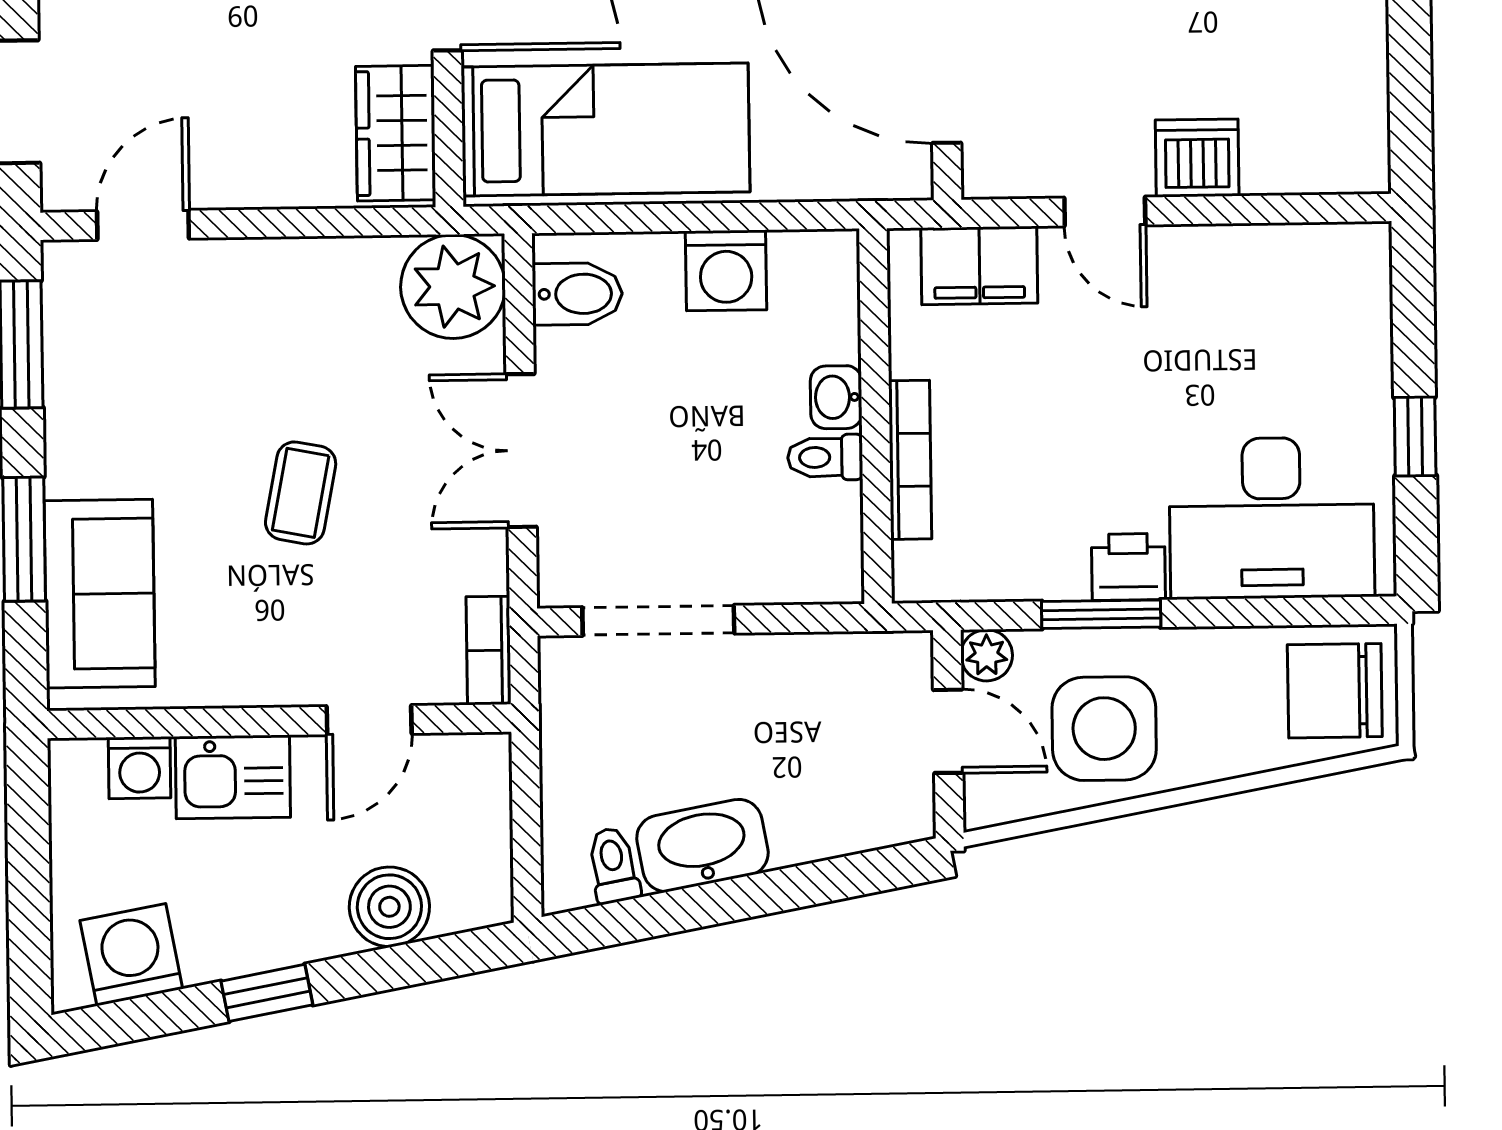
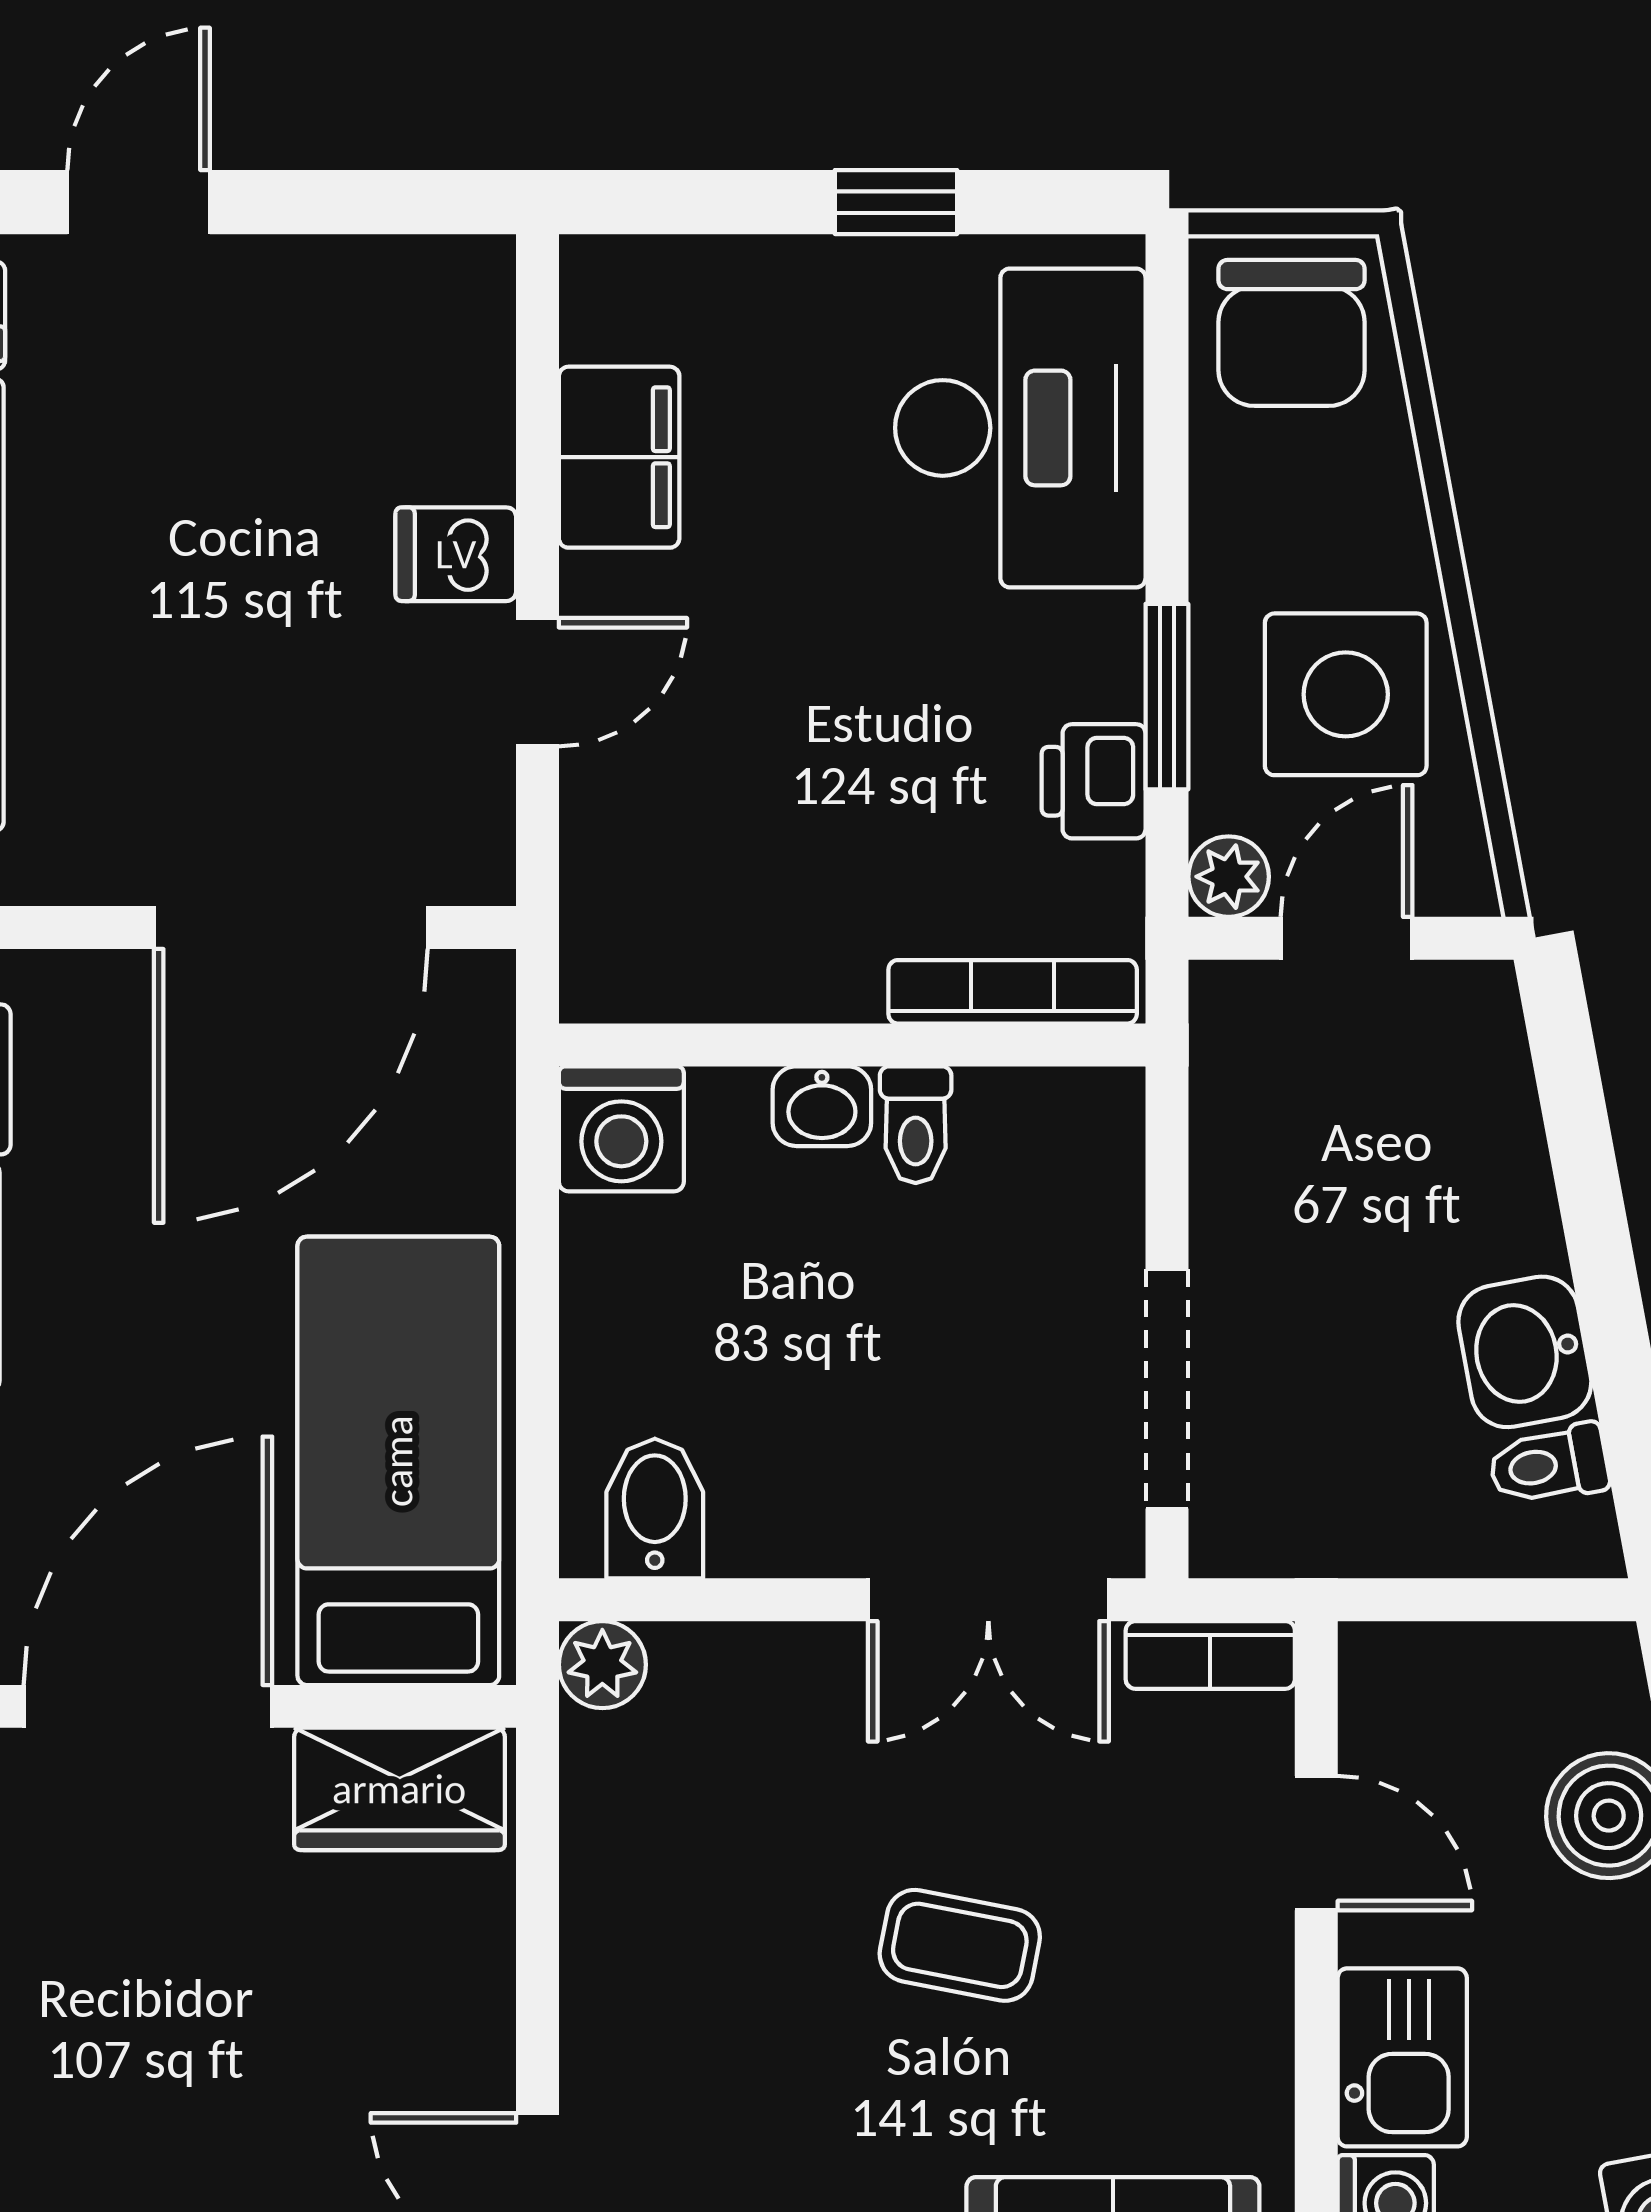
dishwasher: (1197, 158) -> (456, 554), width x0.73
filing cabinet: (979, 265) -> (619, 457), moved
washing machine: (726, 270) -> (621, 1129), moved, turned 90
plant: (453, 286) -> (602, 1665), width x0.53, depth x0.53
double door: (521, 451) -> (988, 1600), moved
bookcase: (910, 460) -> (1013, 992), moved
printer: (1128, 567) -> (1094, 781), moved
washbasin: (702, 846) -> (1525, 1352), width x0.72

